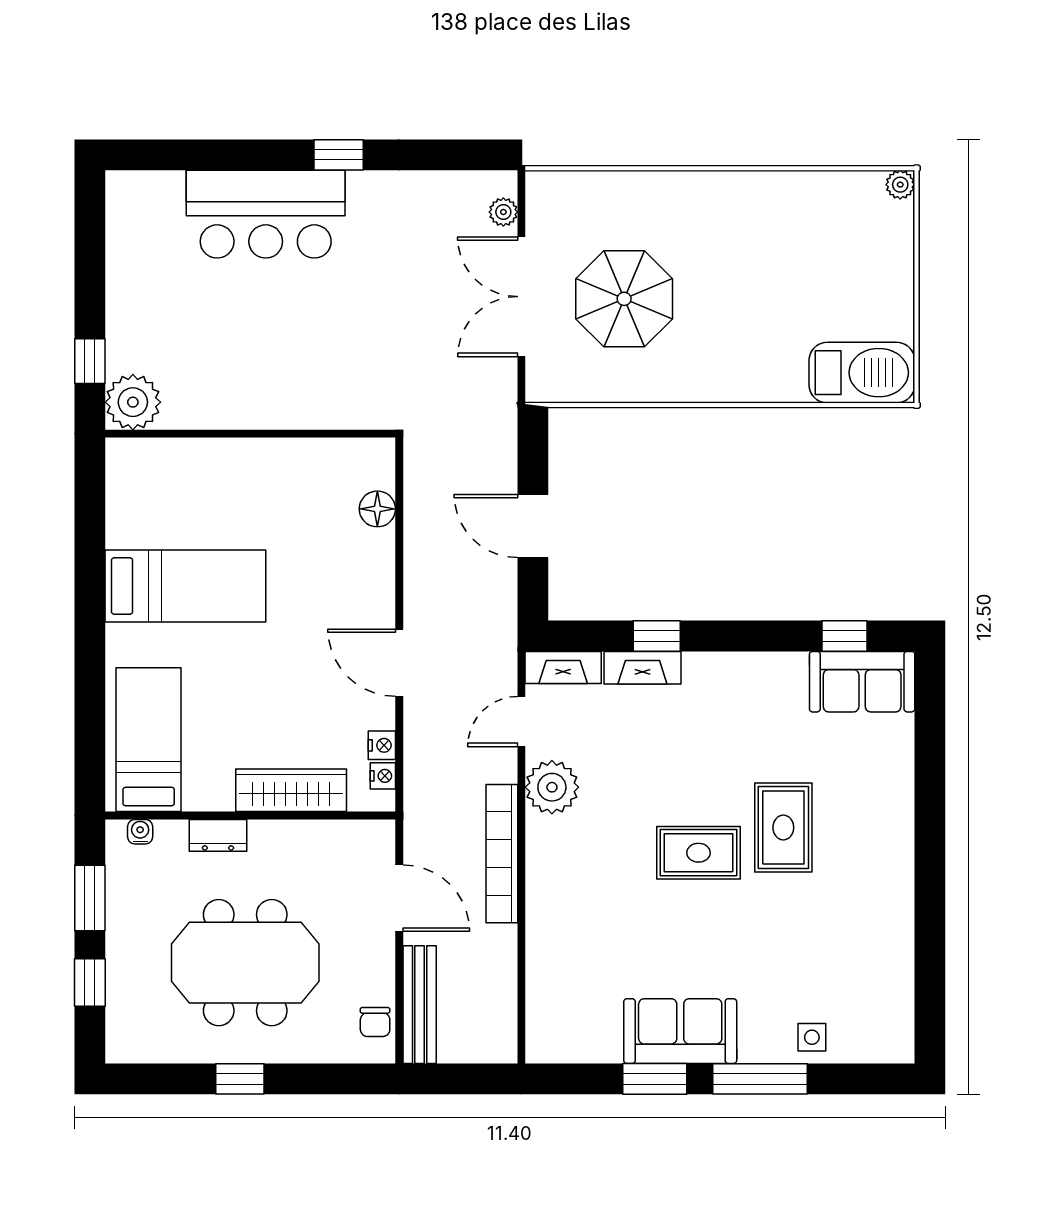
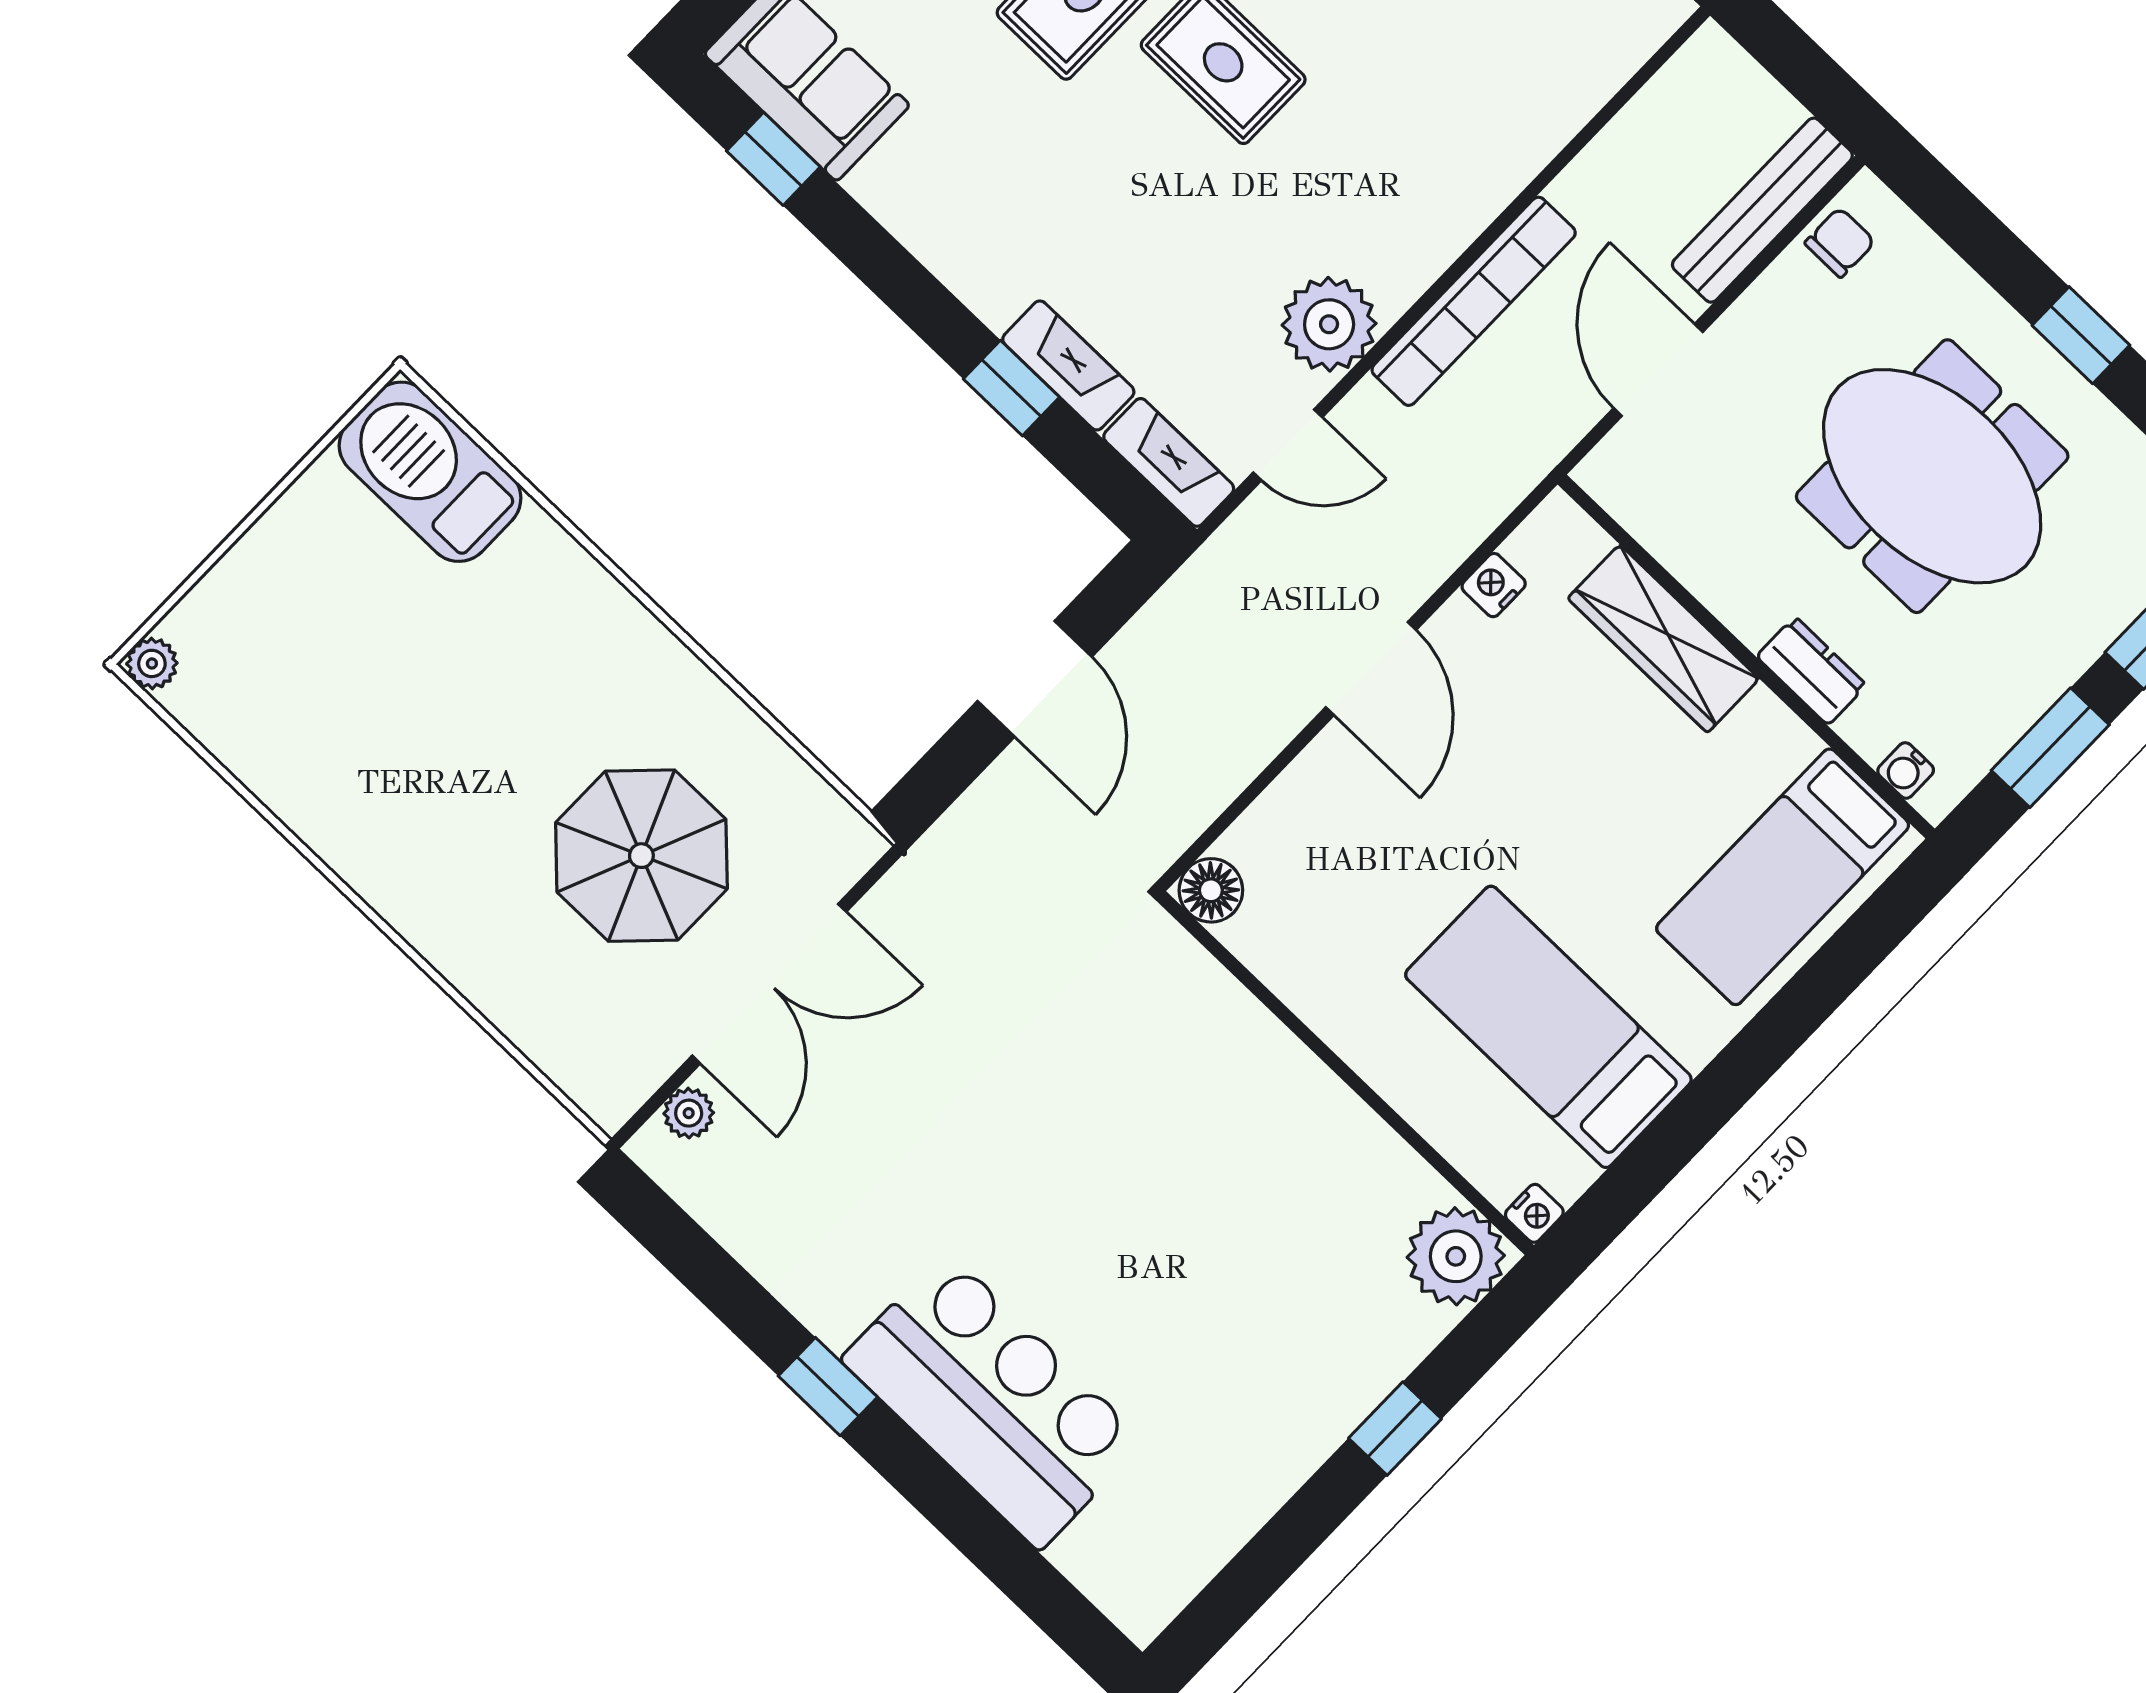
plant: (133, 402) -> (1456, 1256), moved
wall: (250, 434) -> (1345, 1073), moved
nightstand: (383, 776) -> (1534, 1213), moved, turned 180

